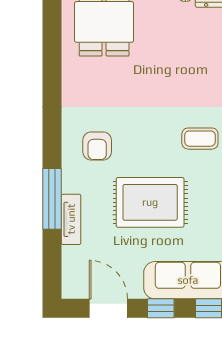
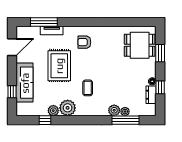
window: (52, 199) -> (44, 22), moved
window: (161, 308) -> (12, 70), removed

